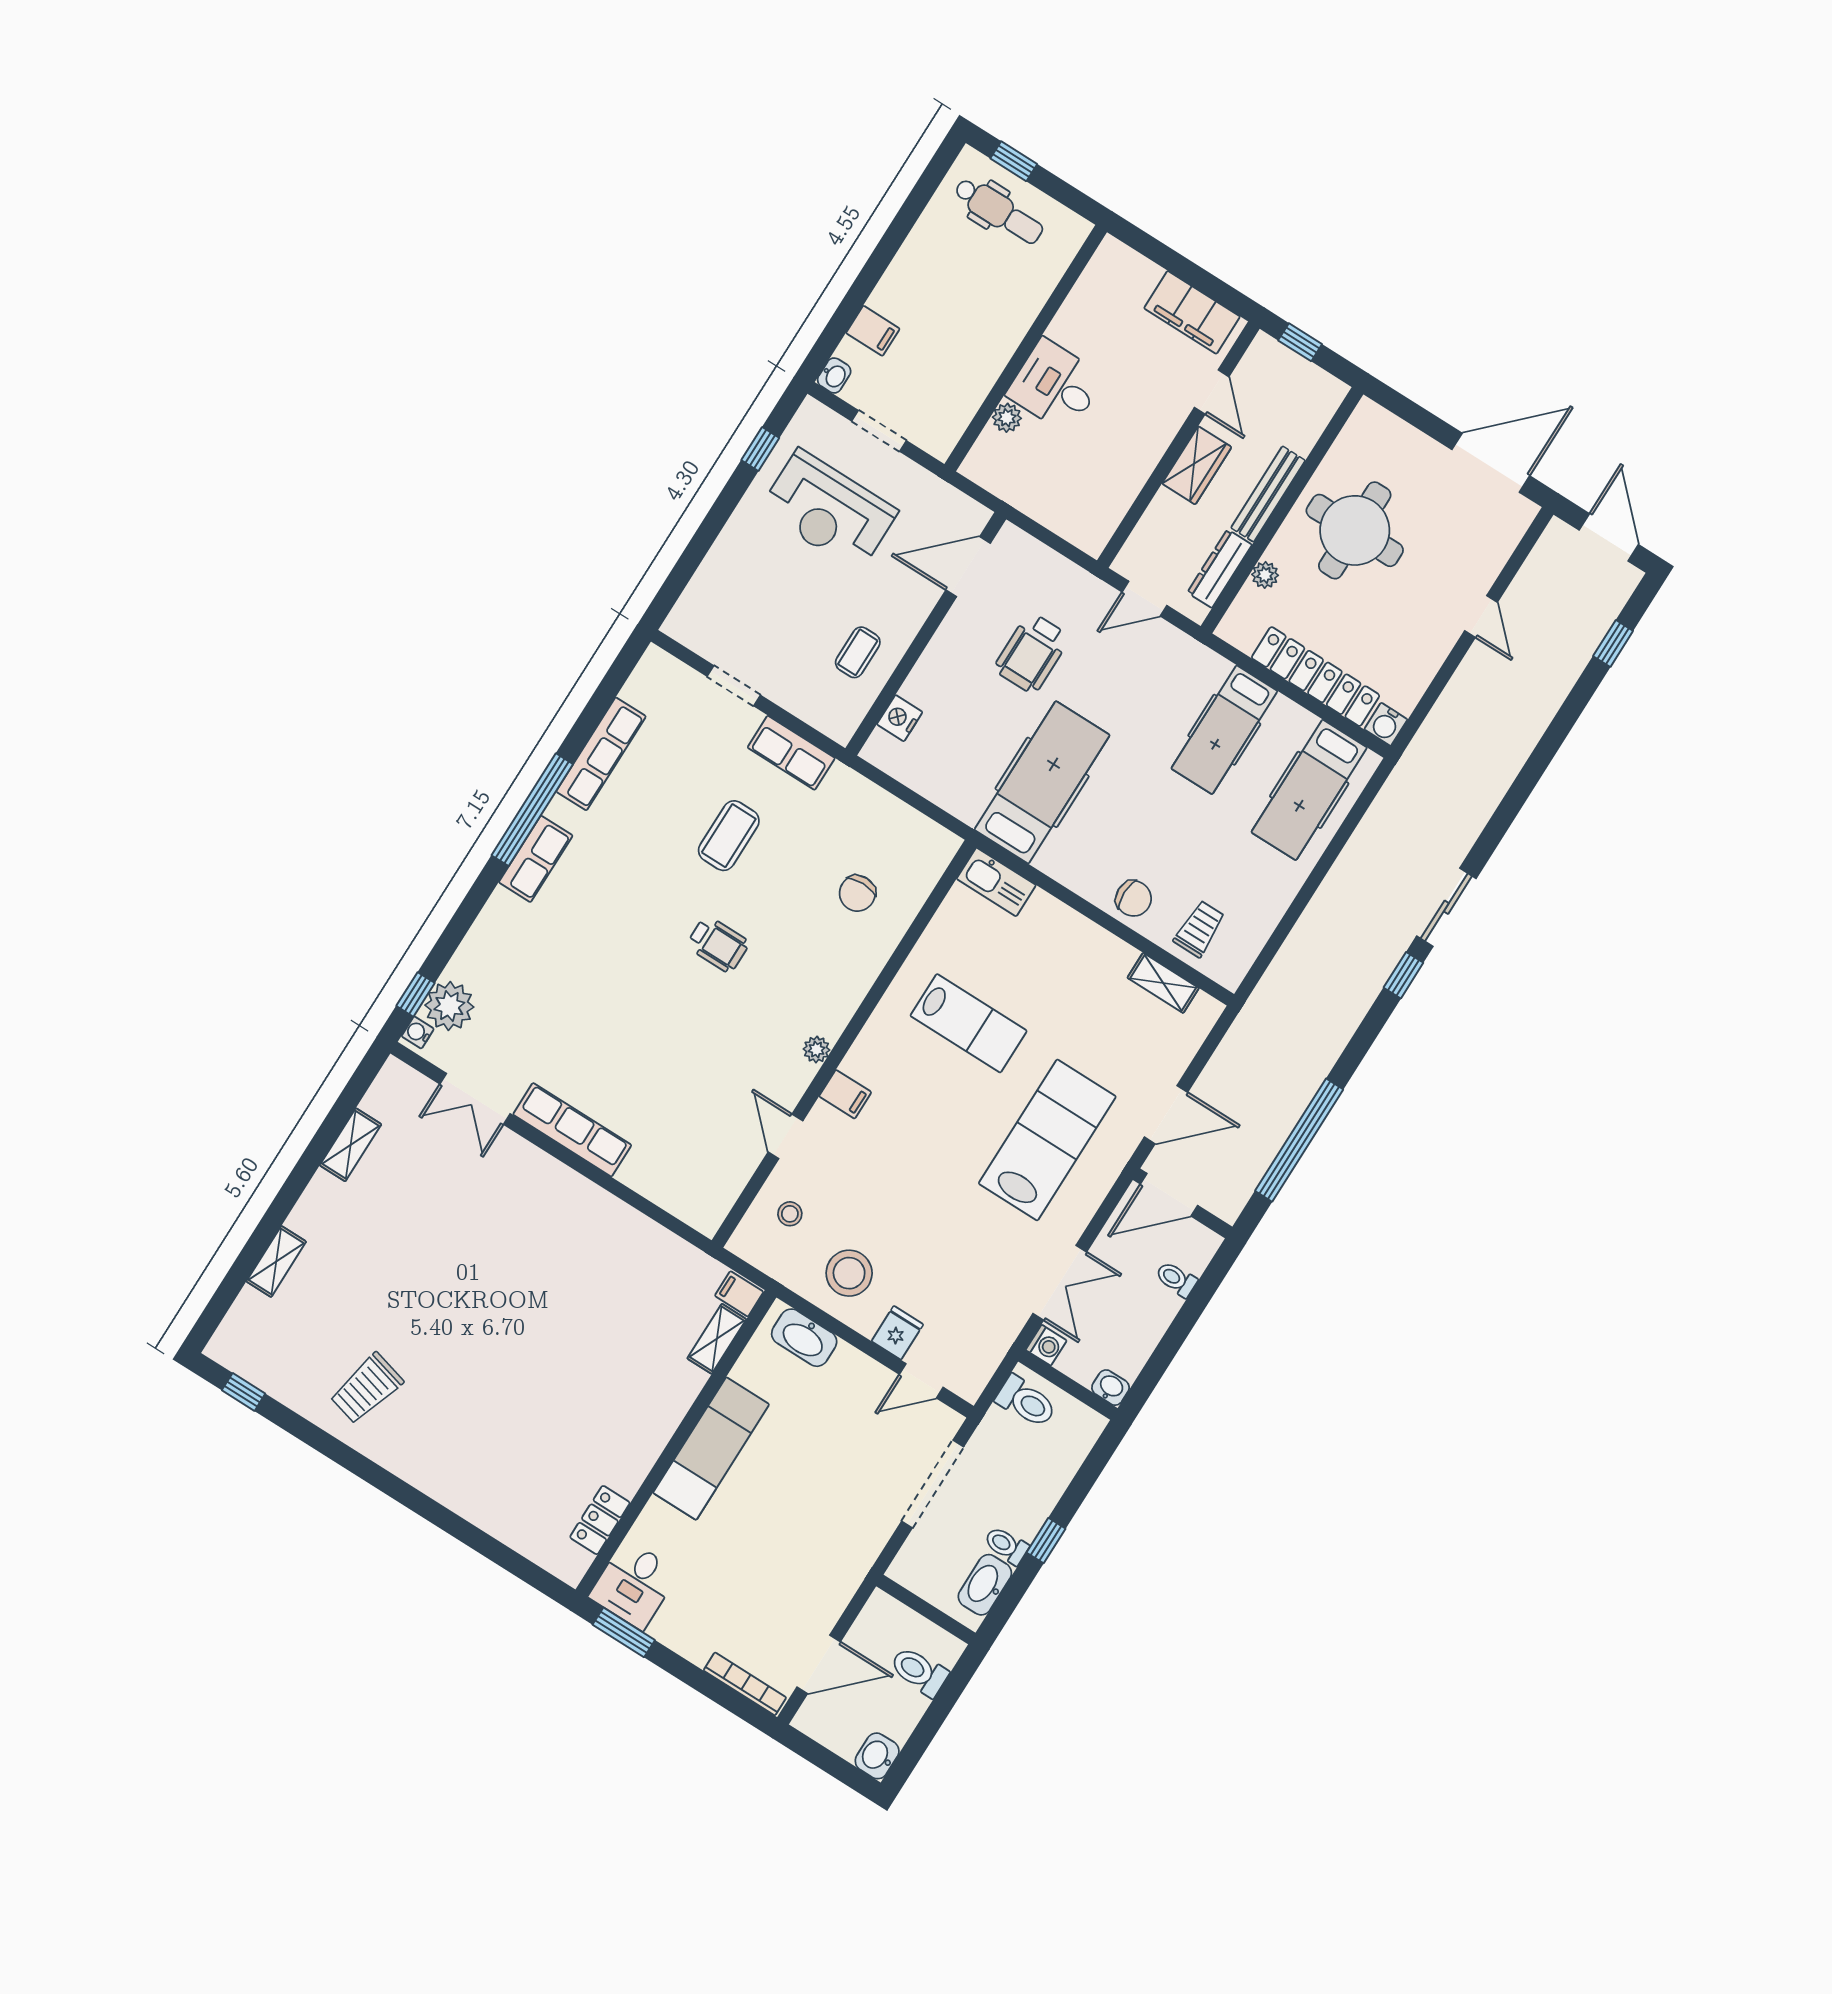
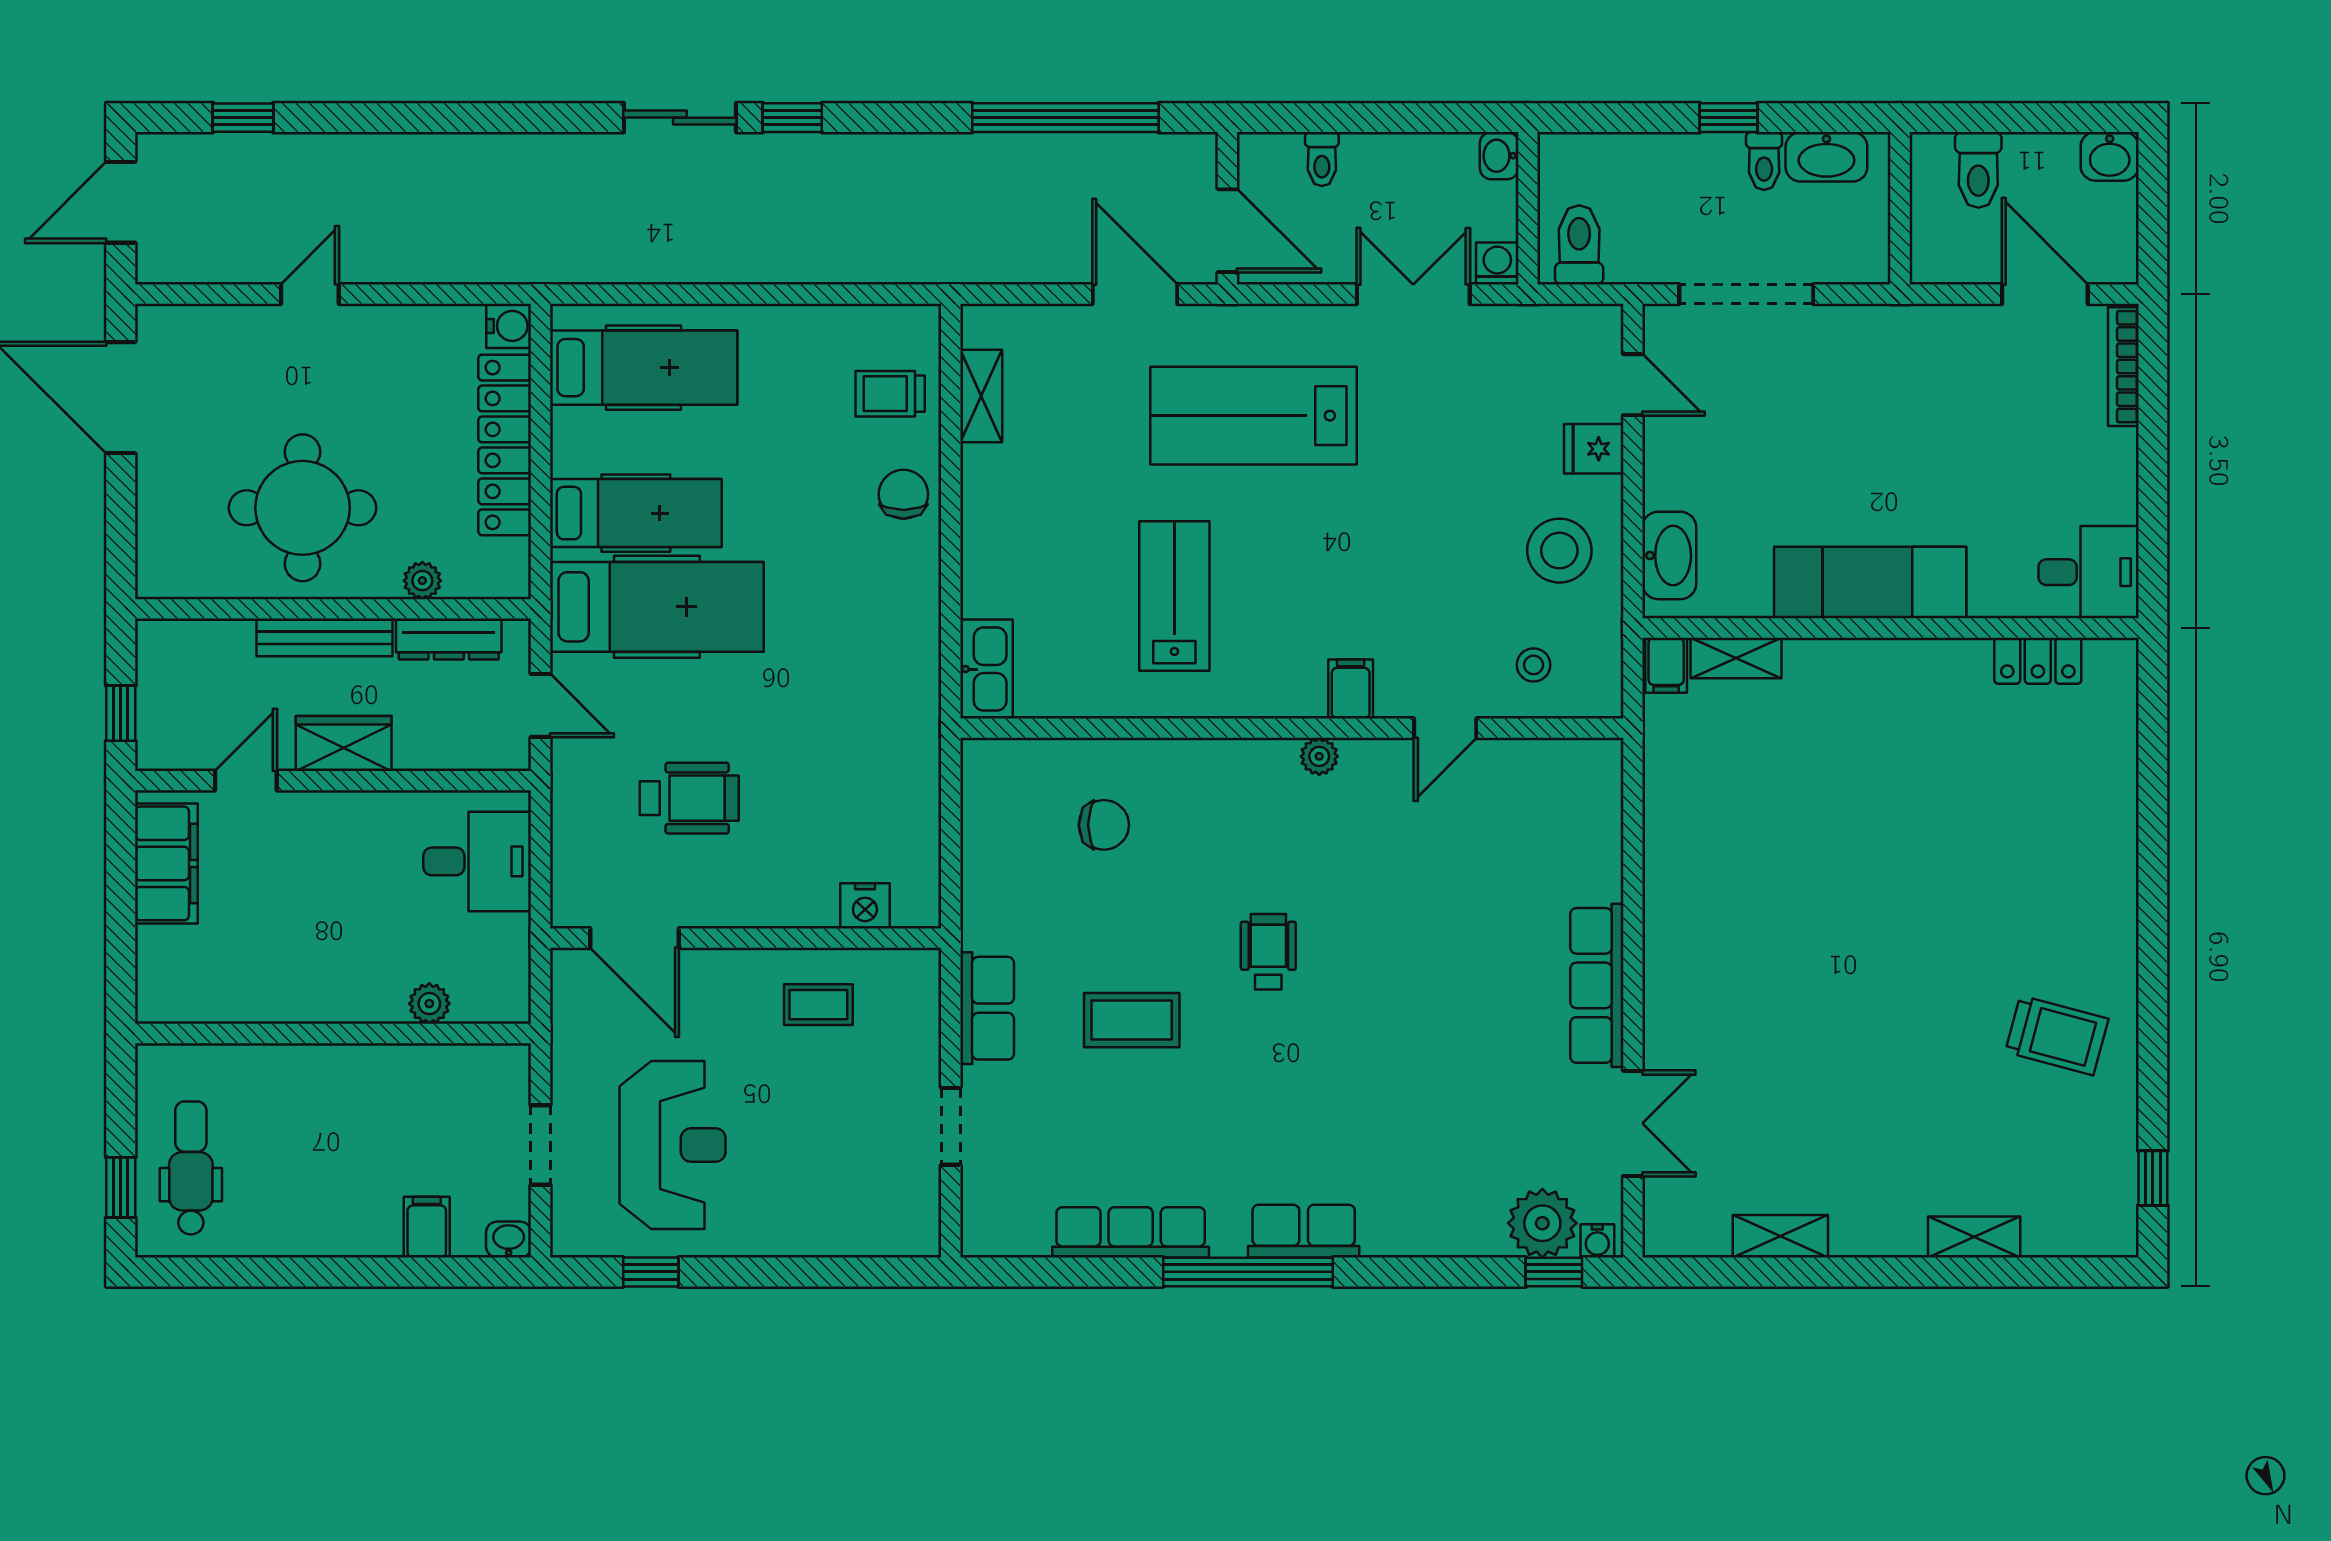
desk: (1055, 386) -> (477, 861), moved, turned -90
hospital bed: (1042, 782) -> (657, 607), moved, turned 180
window: (624, 1632) -> (2153, 549), removed

